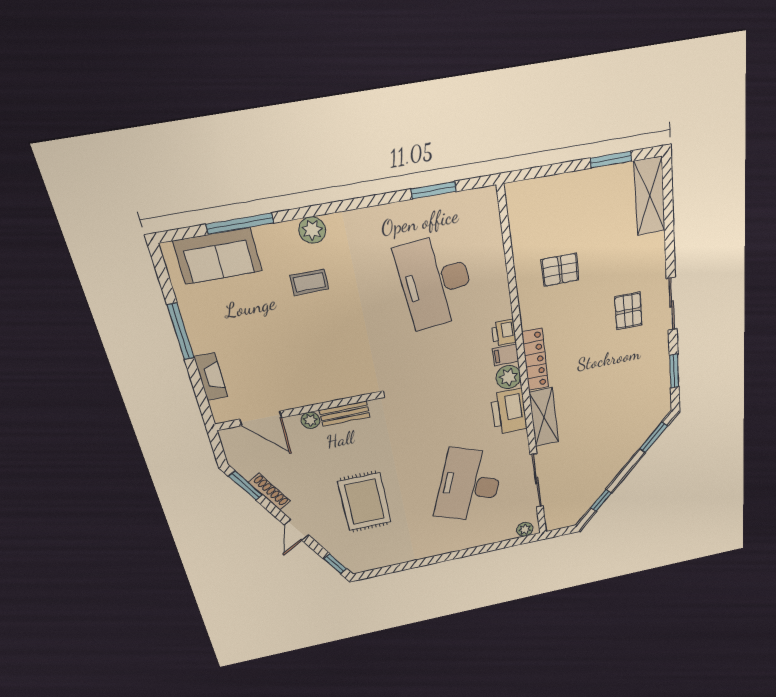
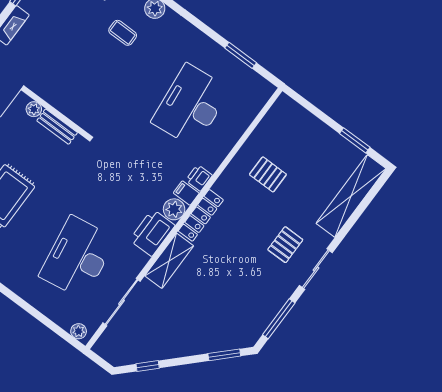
shelving: (650, 196) -> (351, 196), width x1.47
window: (674, 371) -> (279, 319), width x1.44
desk: (469, 485) -> (78, 257), turned -30

